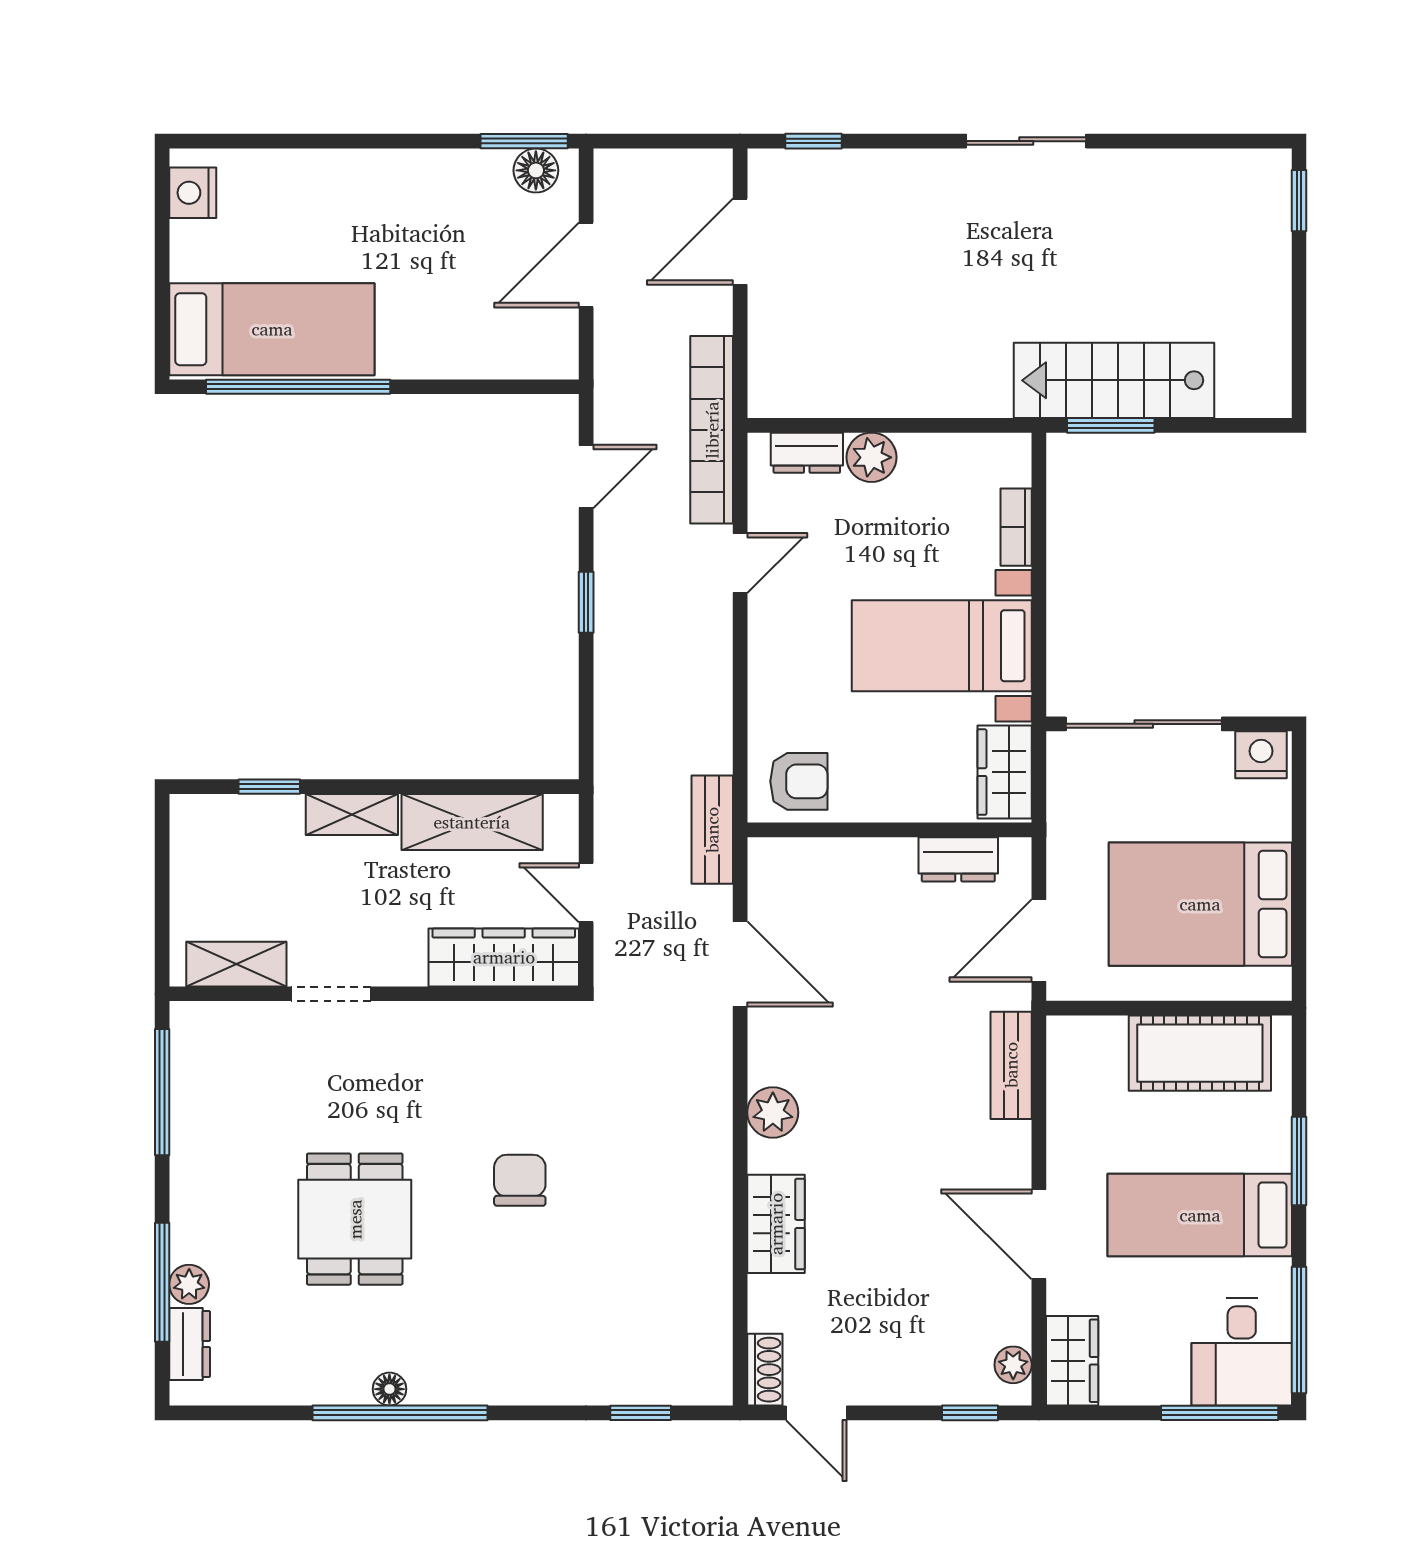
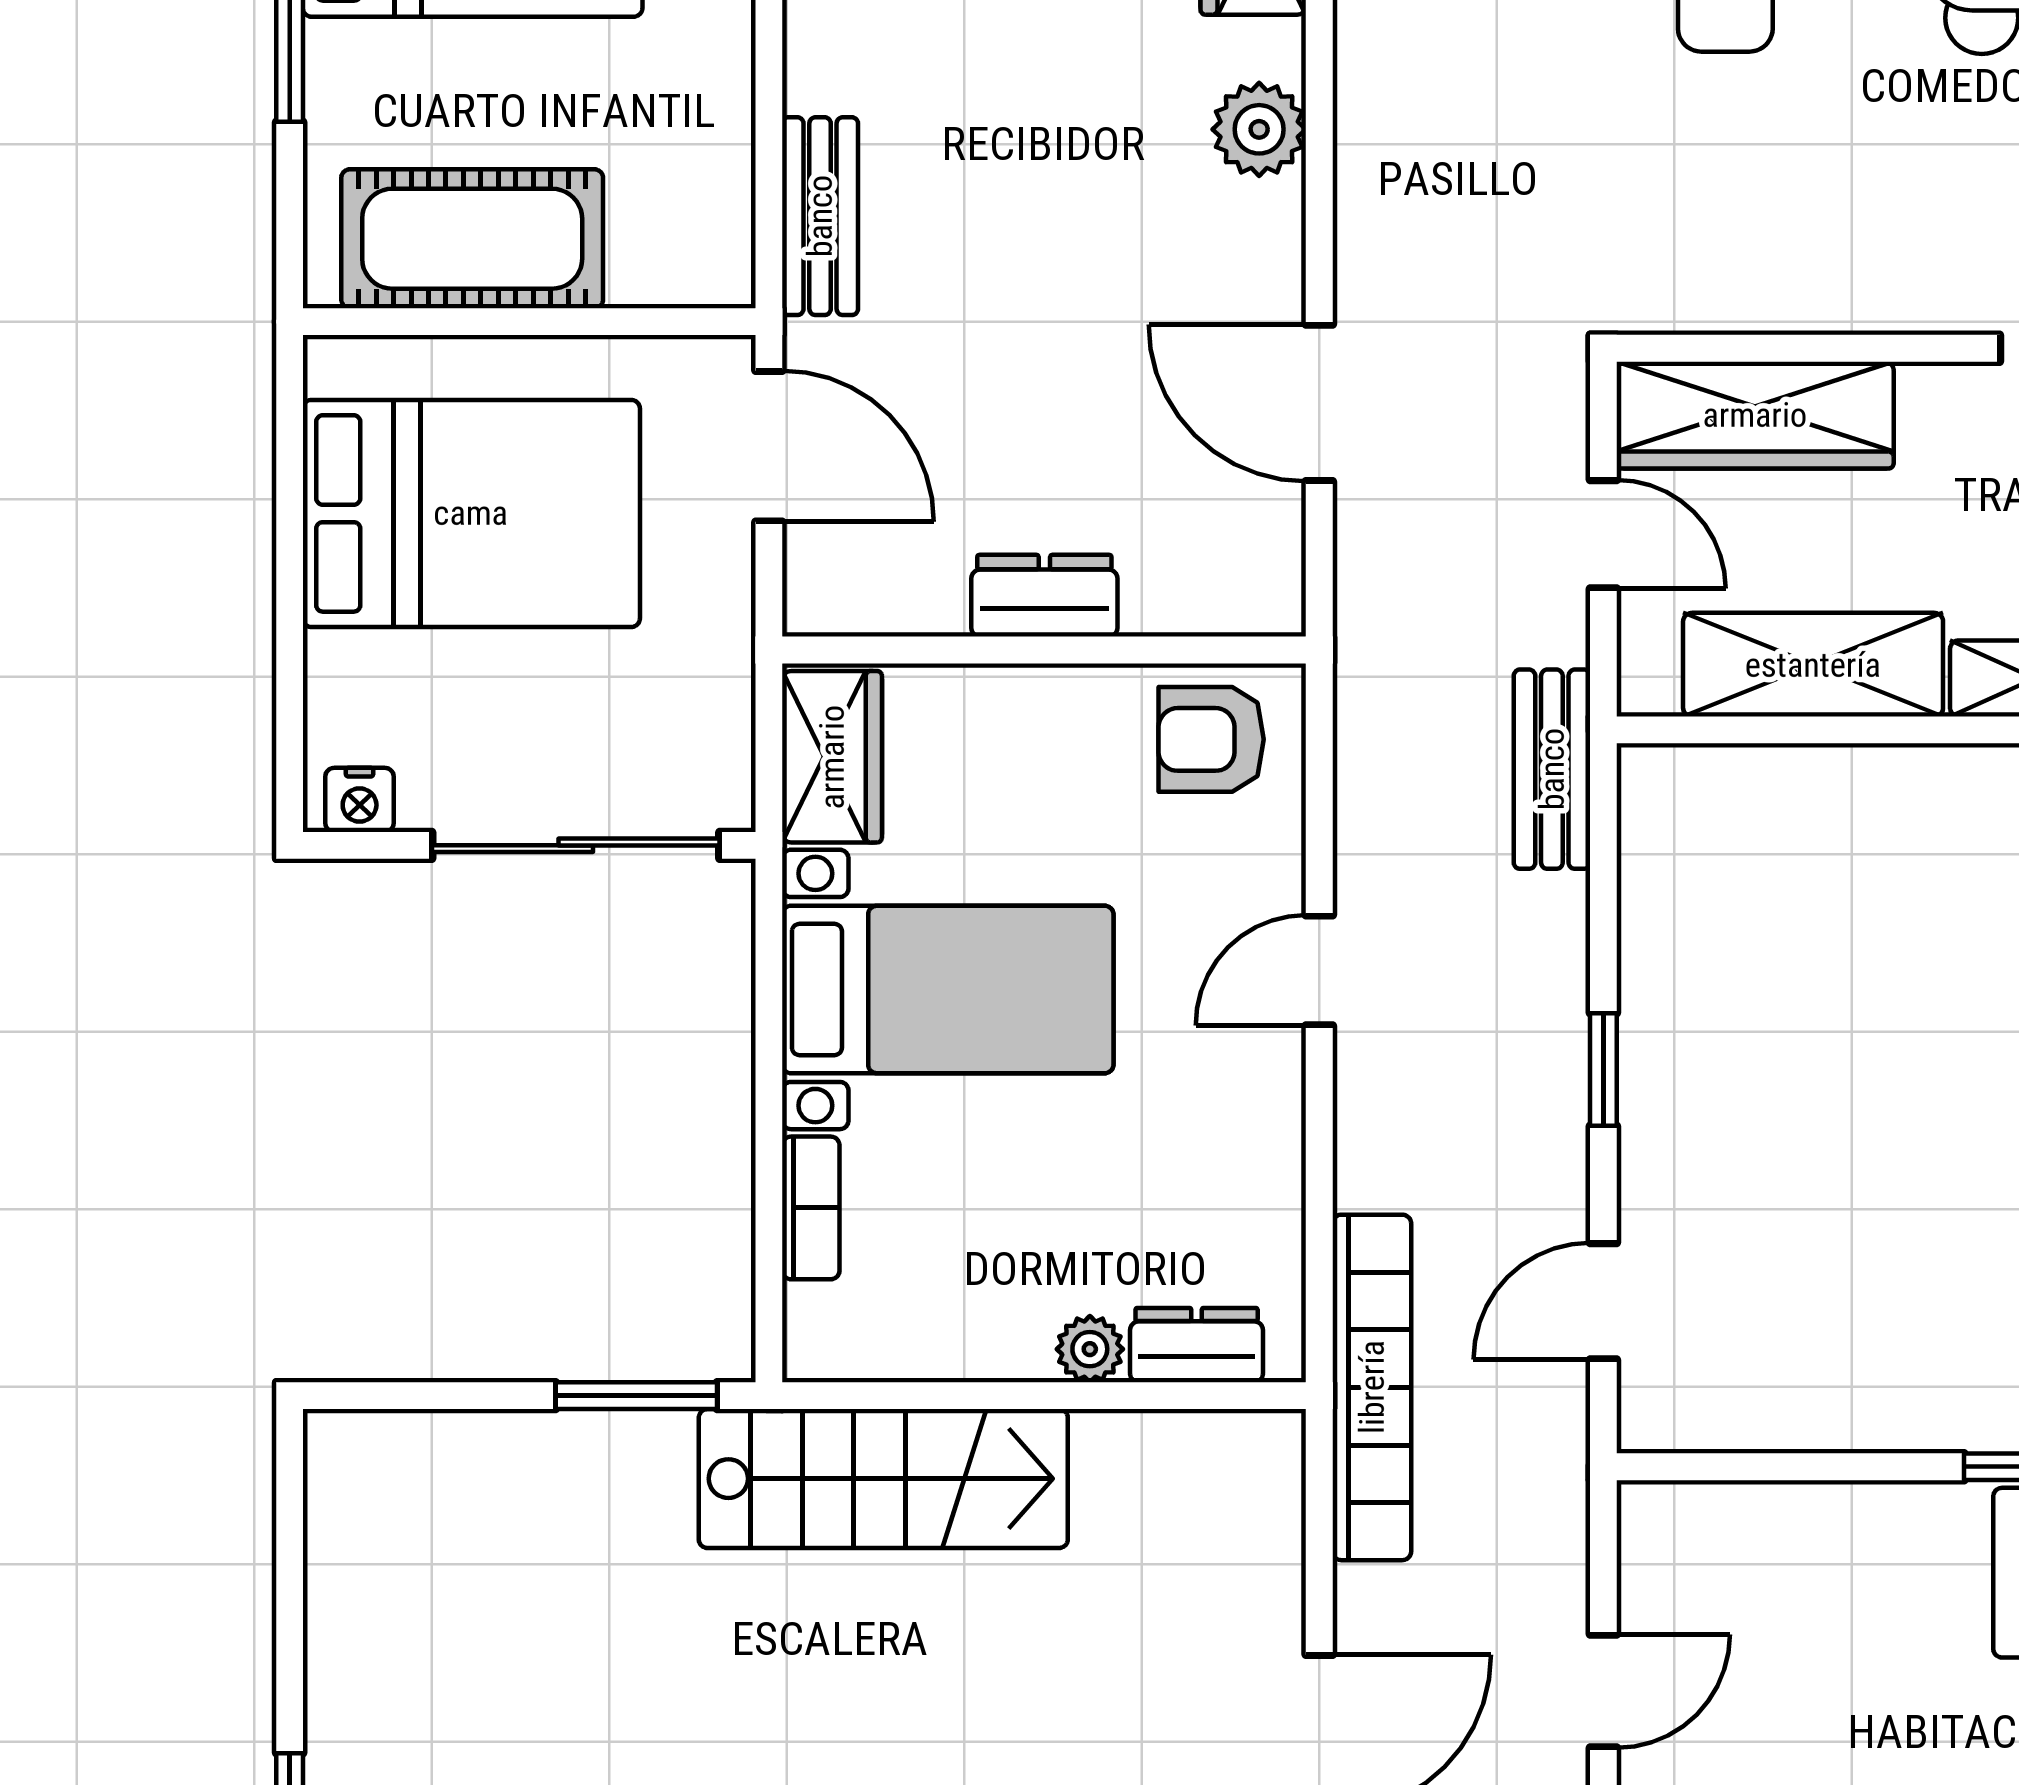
door: (586, 265) -> (1603, 1691), width x0.73
stairs: (1114, 380) -> (883, 1479), moved
plant: (871, 457) -> (1090, 1349), width x0.73, depth x0.73
door: (740, 563) -> (1319, 970), moved
nightstand: (1261, 755) -> (360, 800), width x0.72, depth x0.74
bench: (712, 830) -> (1552, 769), moved
dresser: (958, 859) -> (1044, 596), moved
door: (1039, 941) -> (769, 446), hinge flipped

